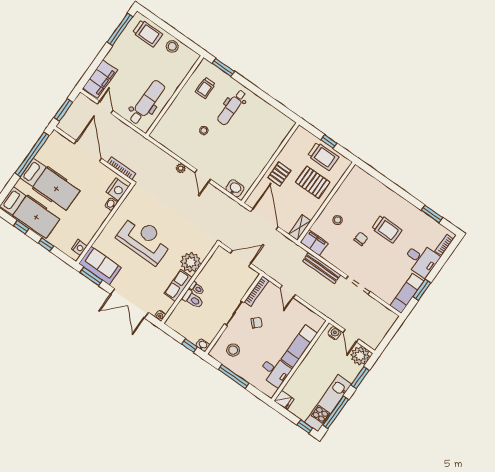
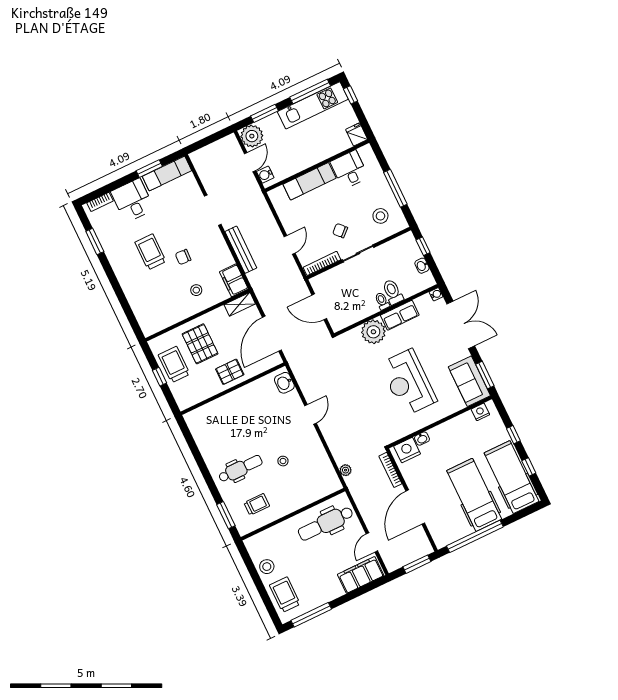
plant: (181, 168) -> (346, 470), moved
washbasin: (203, 345) -> (422, 266), moved

